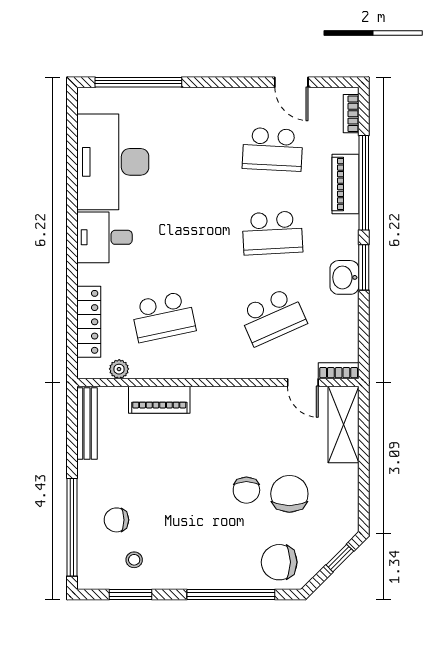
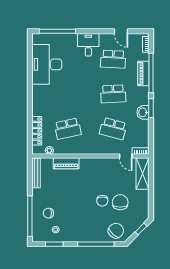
desk: (104, 237) -> (88, 45), moved, turned 90
school desk: (273, 317) -> (113, 129), turned 39
chair: (279, 562) -> (116, 231), turned 132

